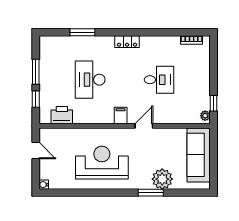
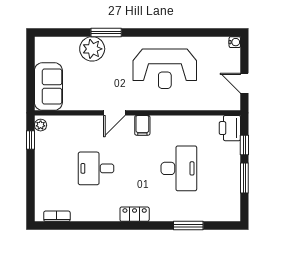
printer: (62, 115) -> (230, 128), moved, turned 90
sofa: (199, 155) -> (48, 87), width x0.73

